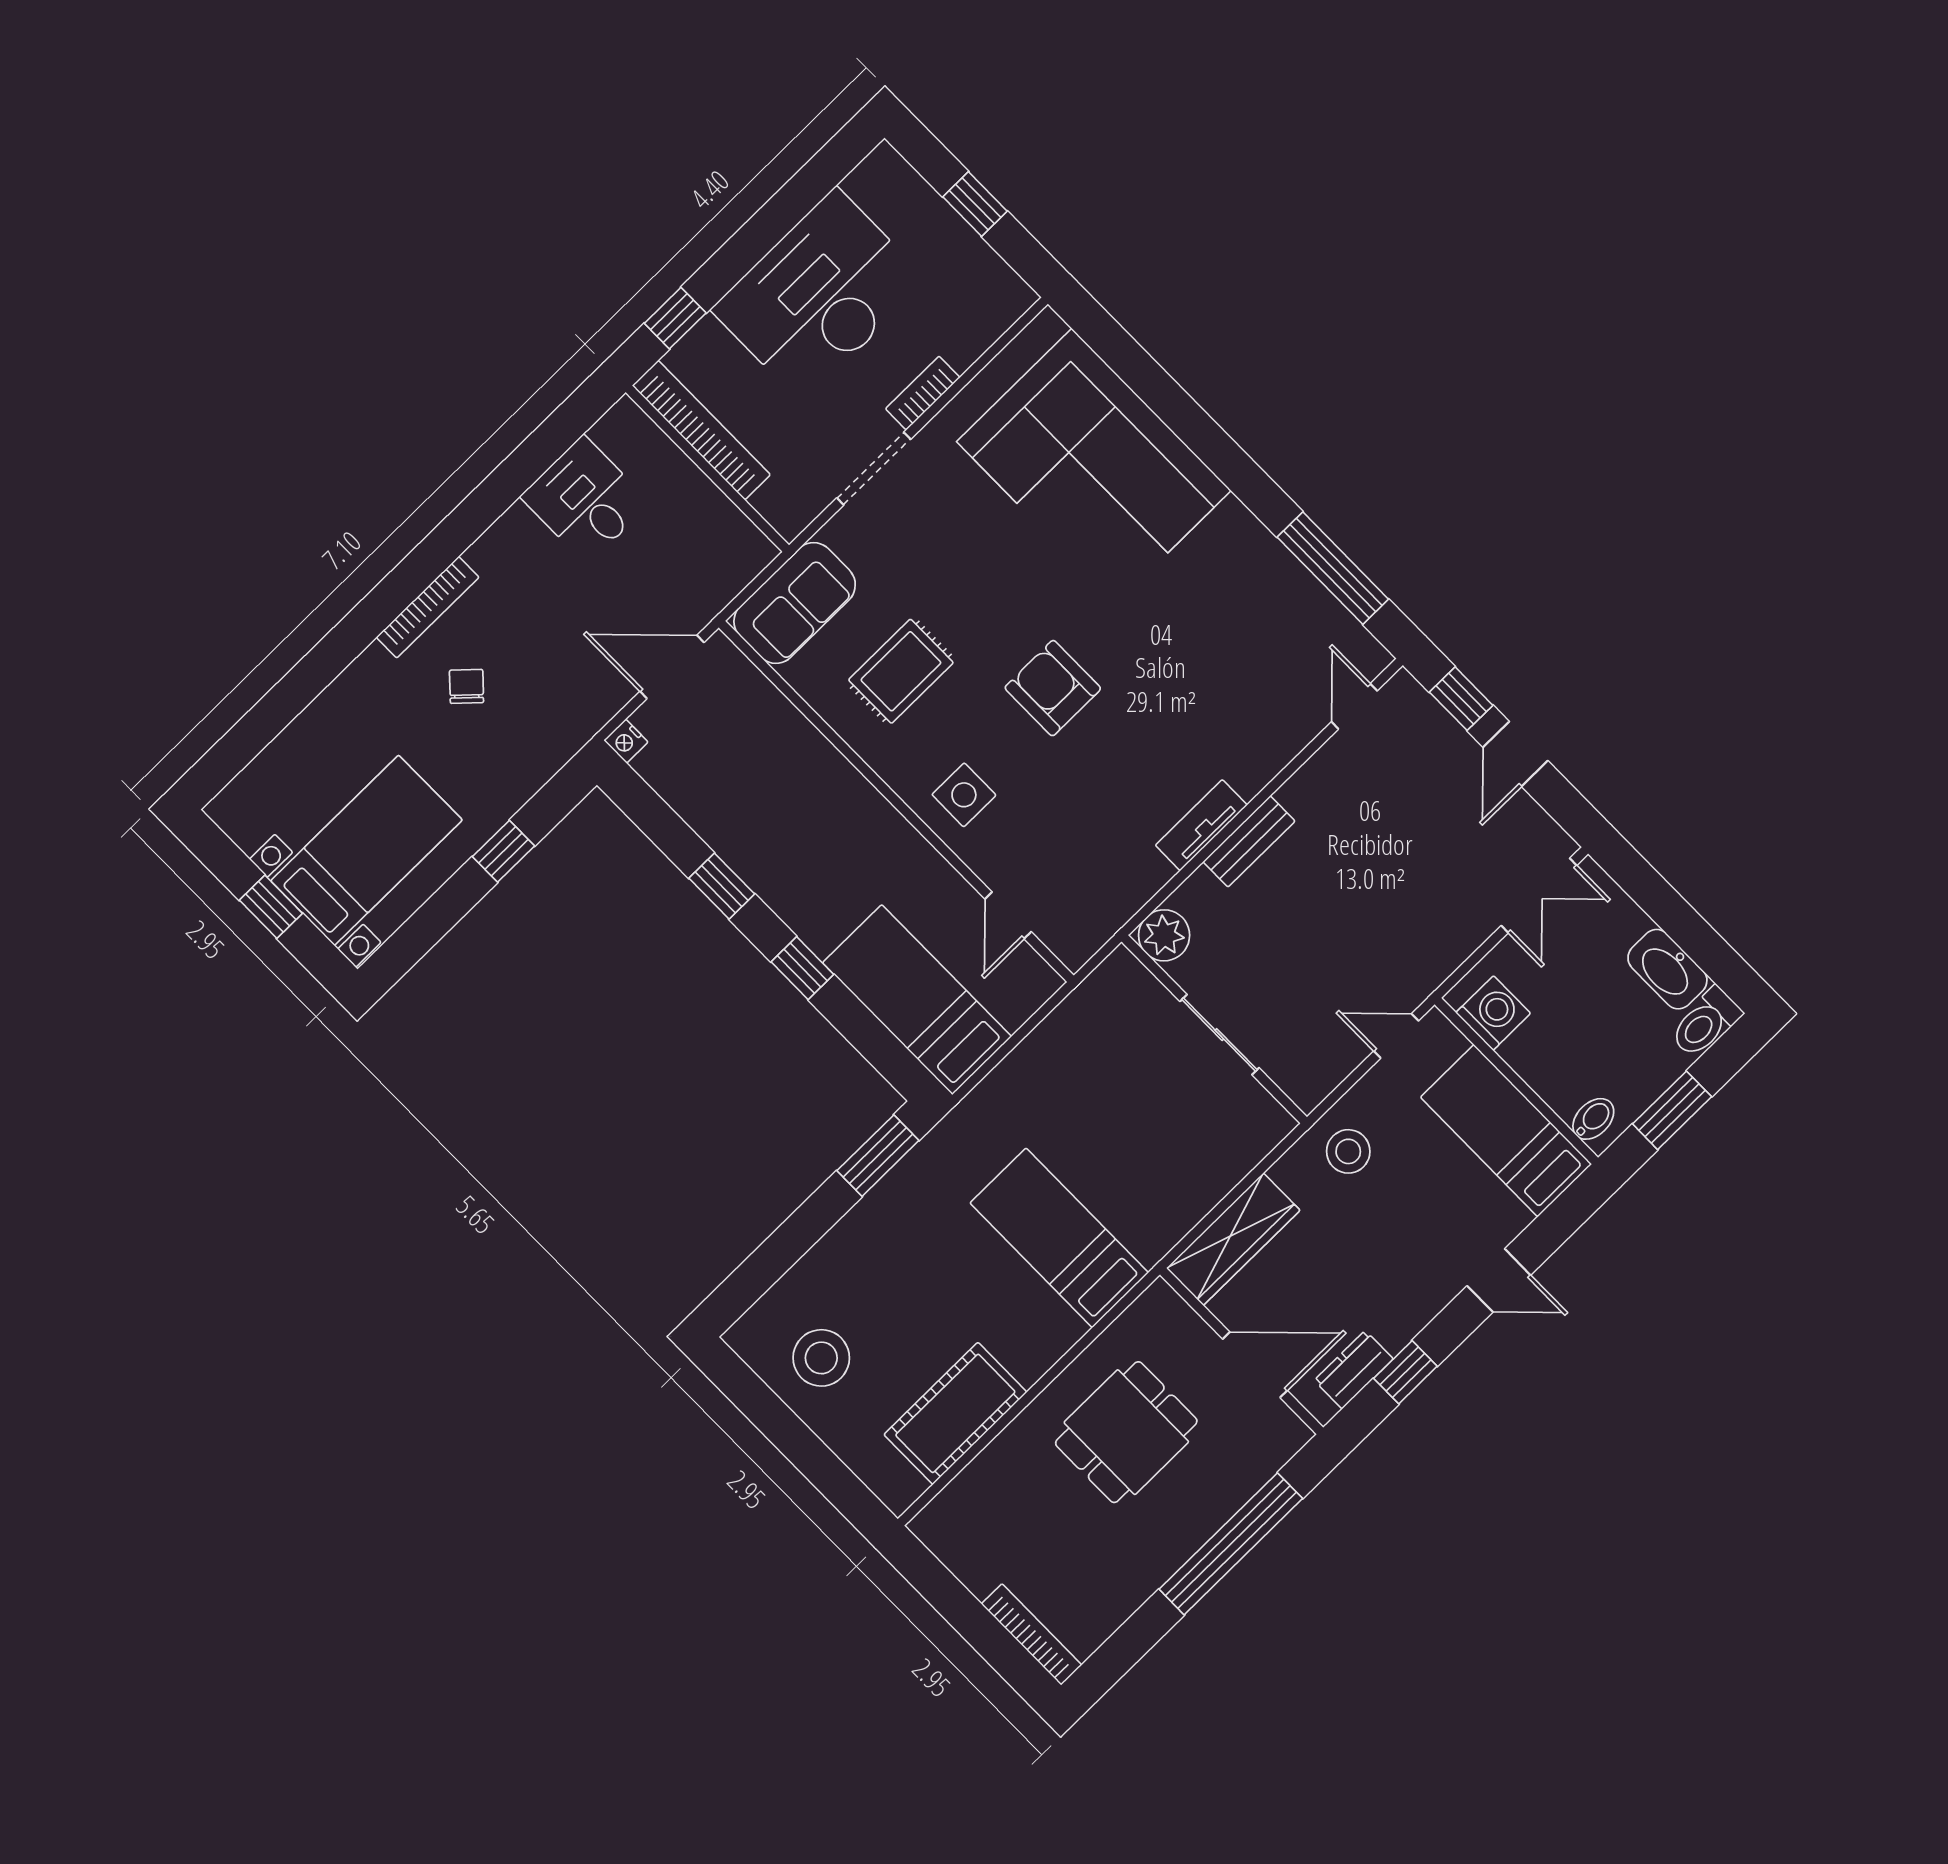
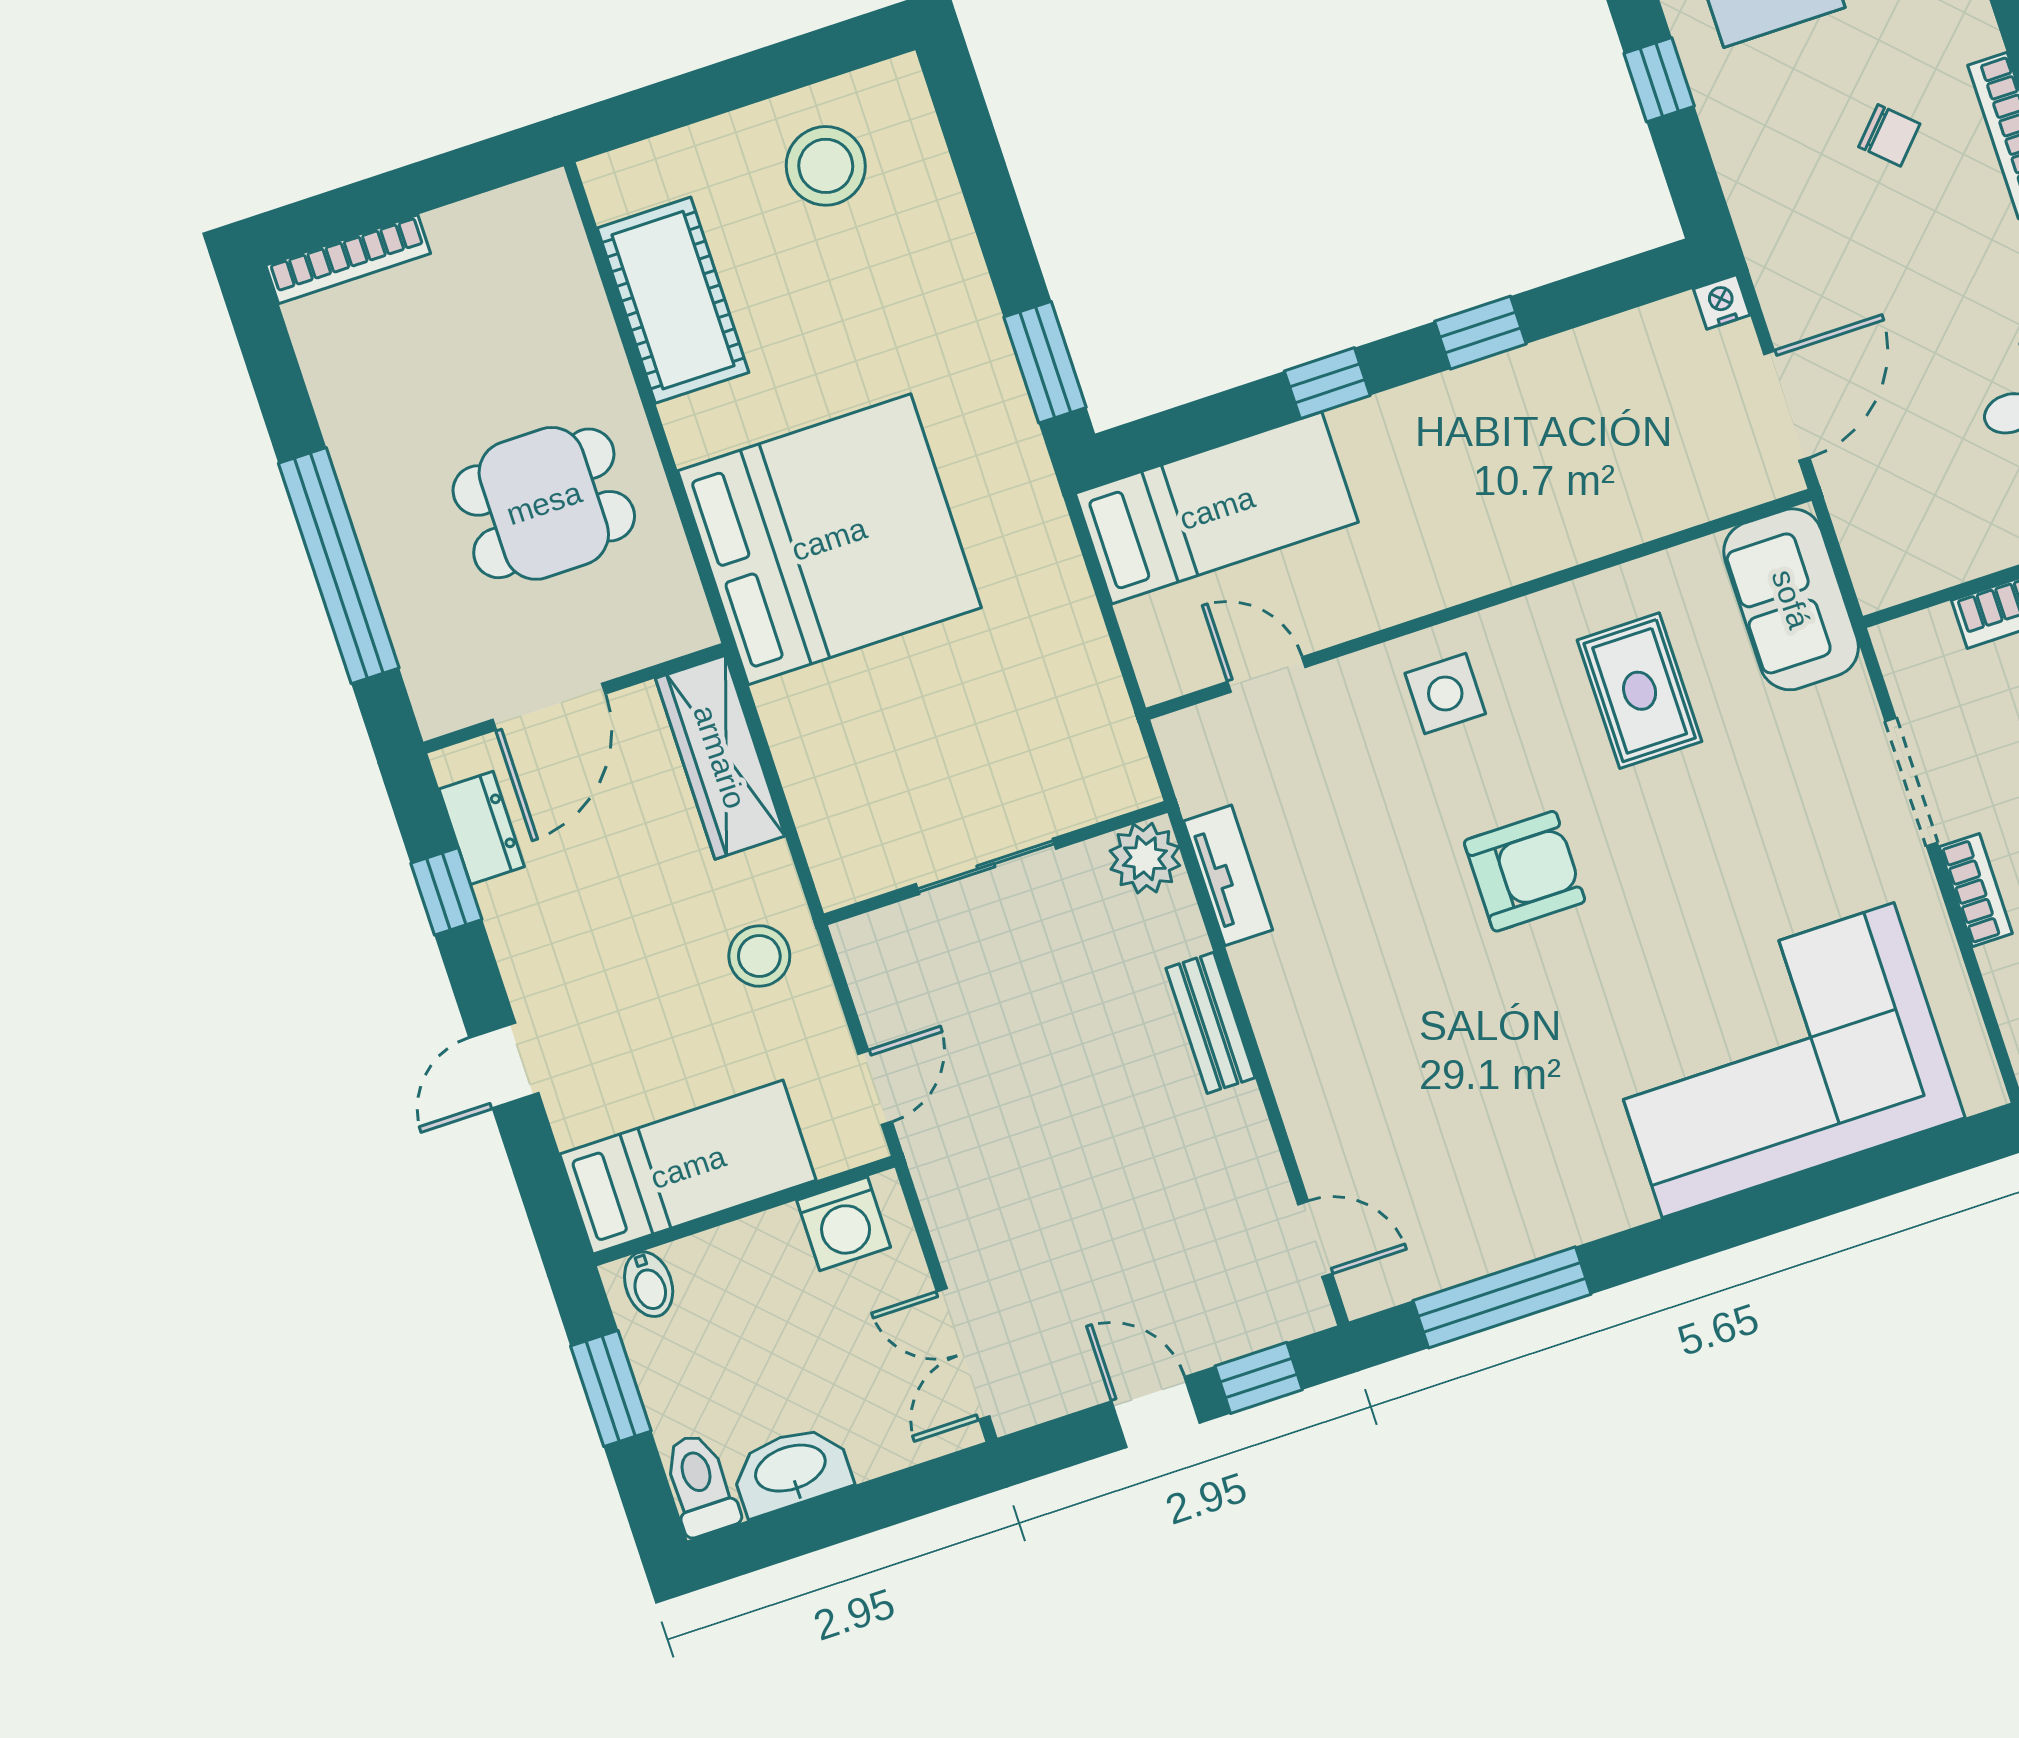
tv unit: (1201, 825) -> (1228, 875), moved
bed: (1059, 1238) -> (829, 539), width x2.04
dining table: (1126, 1432) -> (544, 503), turned 90

